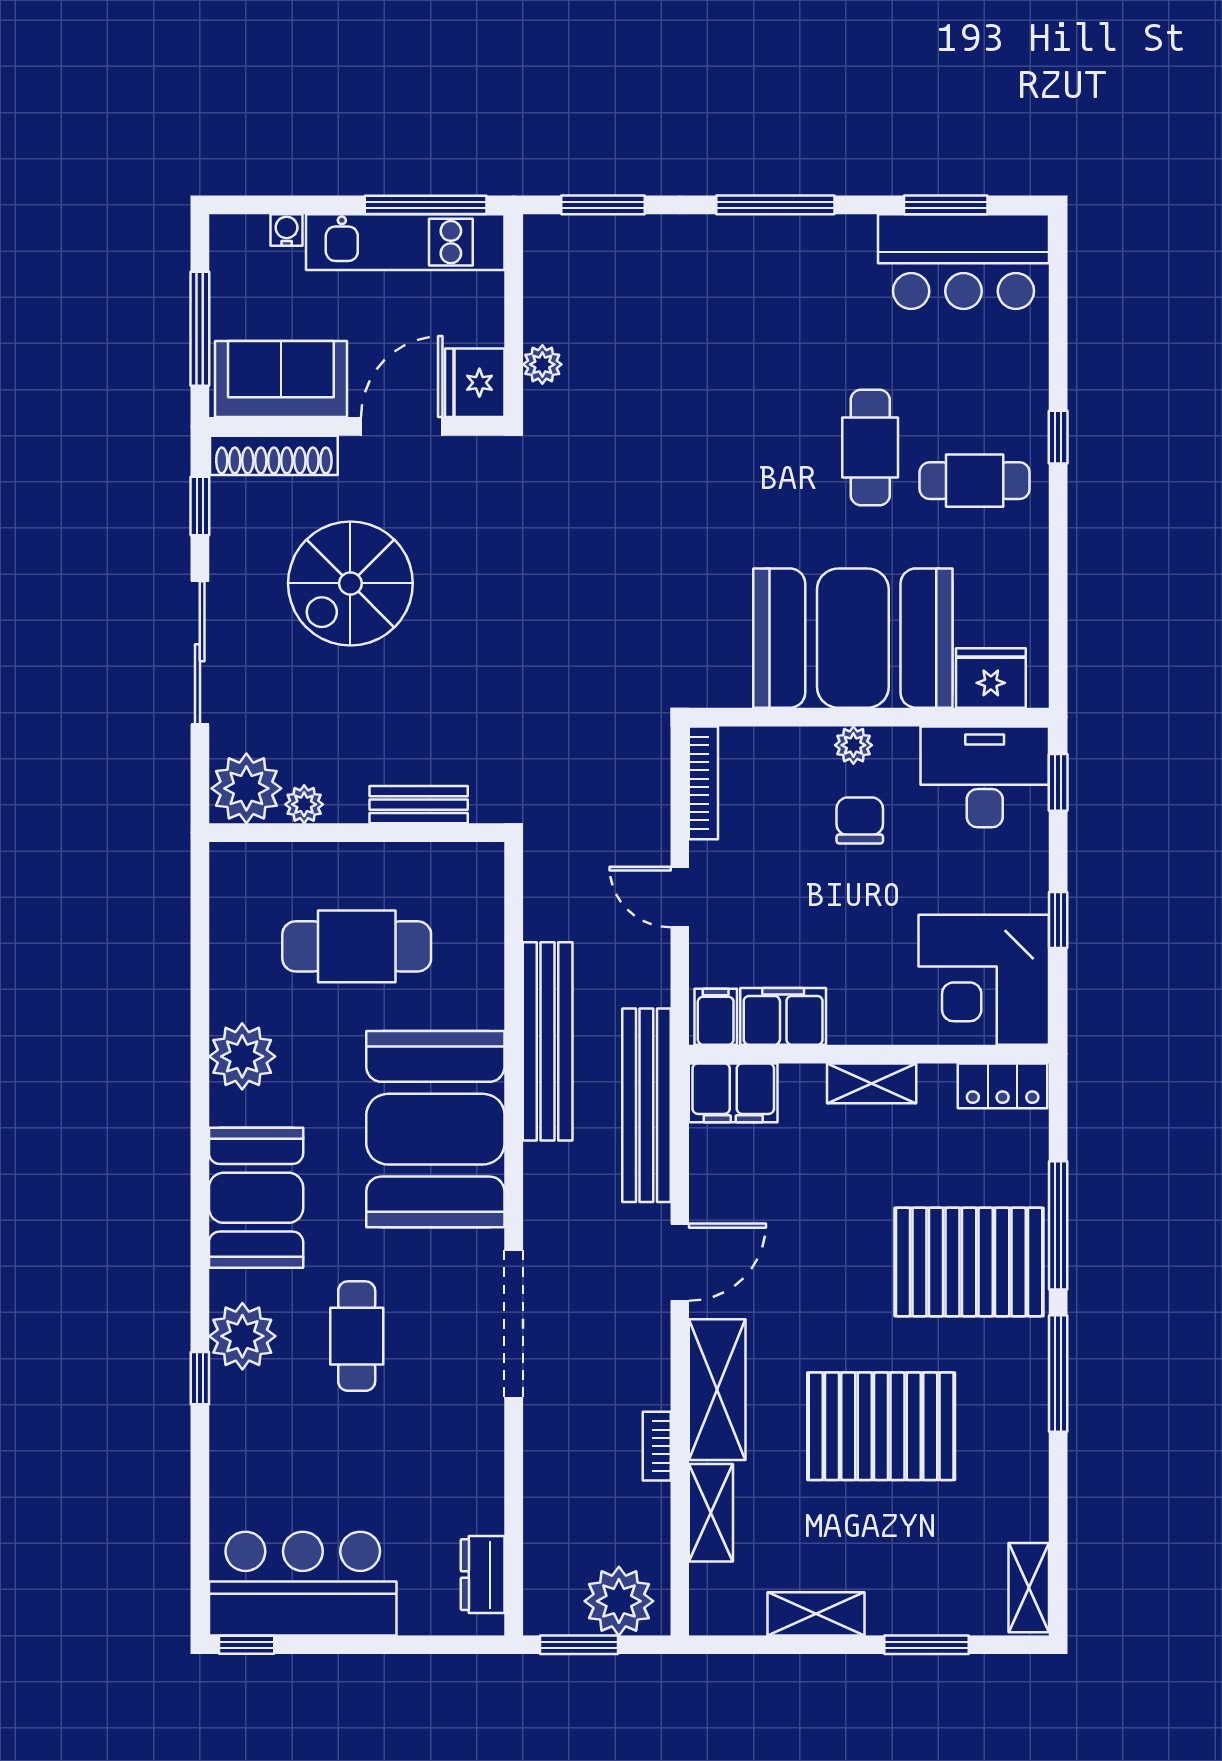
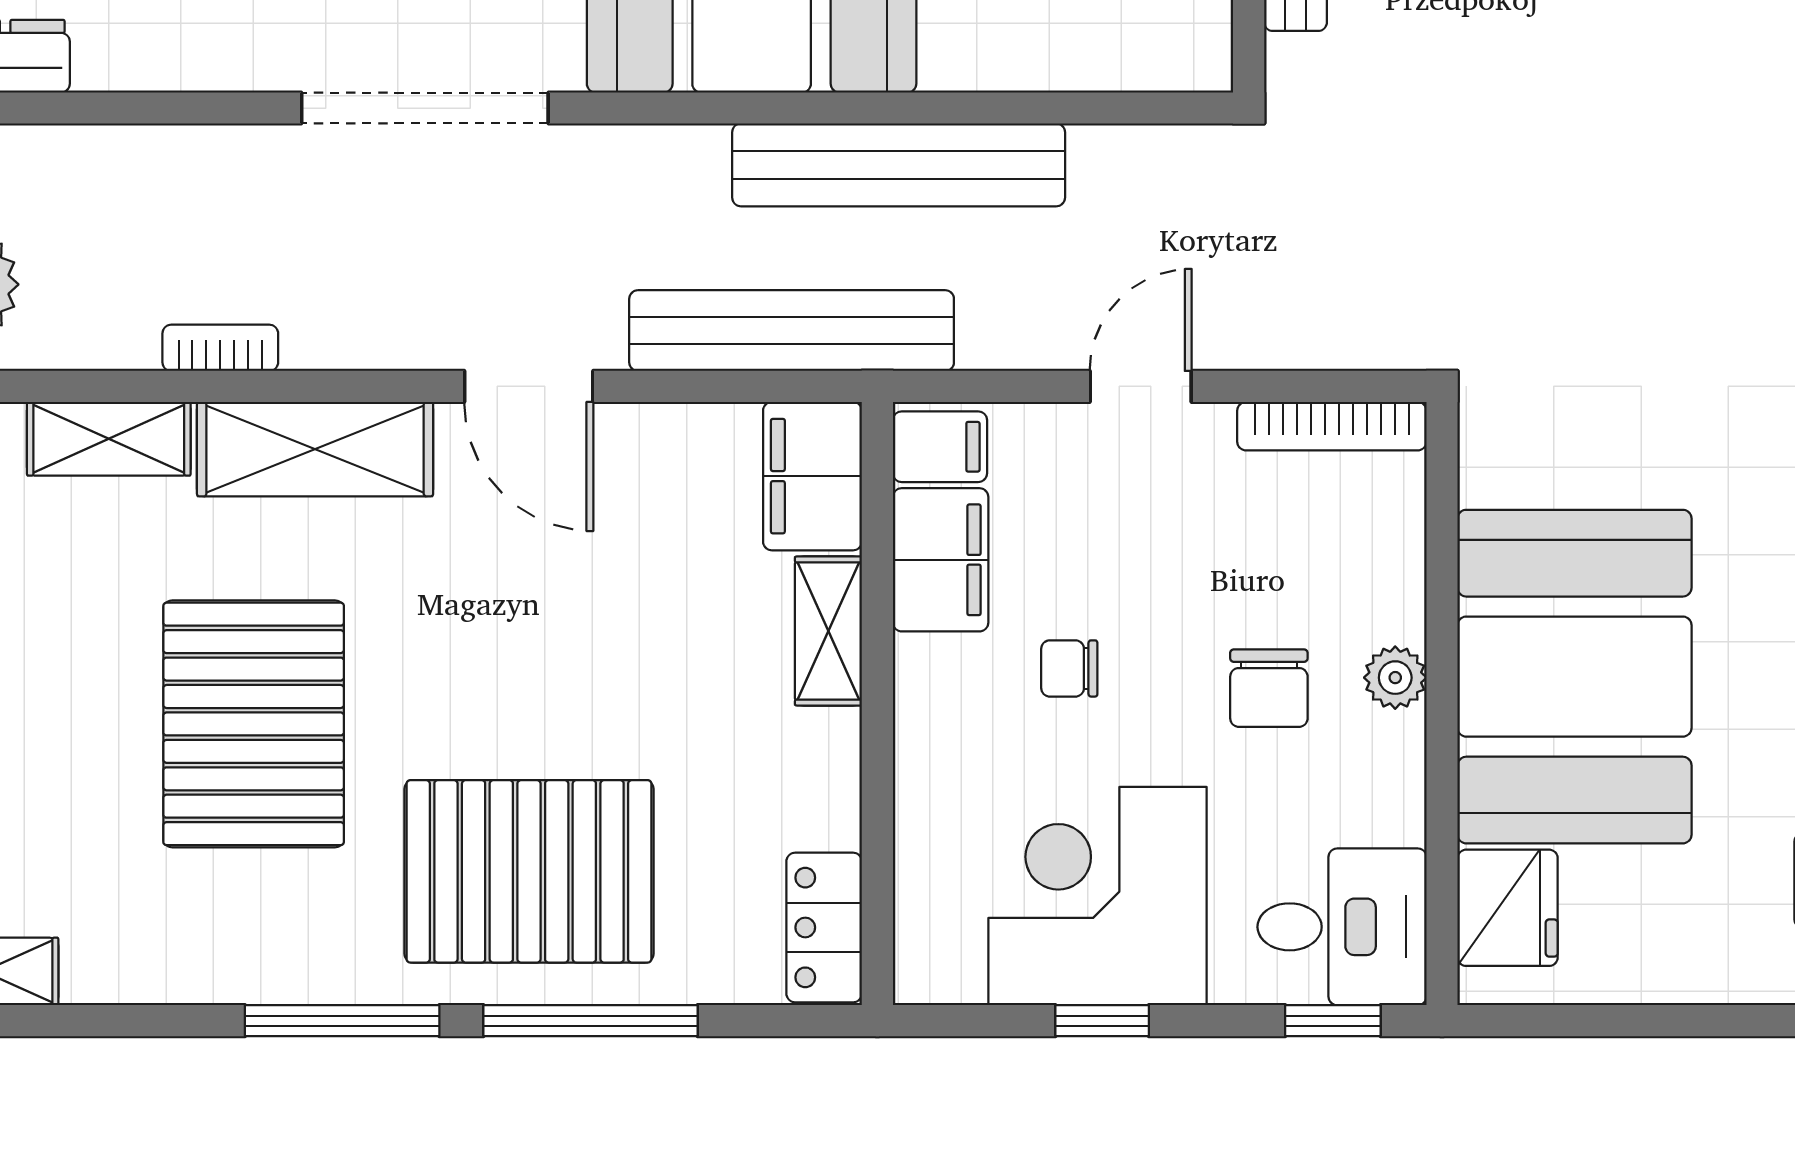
desk: (985, 777) -> (1342, 927), width x0.73
chair: (860, 820) -> (1269, 688), turned 90
chair: (848, 940) -> (1069, 668), added
corner desk: (984, 980) -> (1097, 896), moved
shelving: (872, 1083) -> (828, 631), moved
pallet: (969, 1262) -> (529, 871), turned 90

